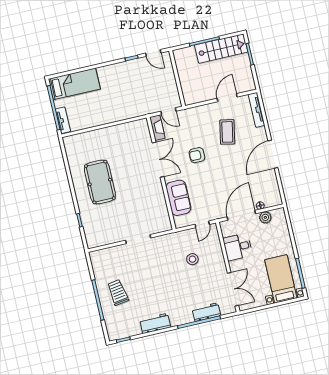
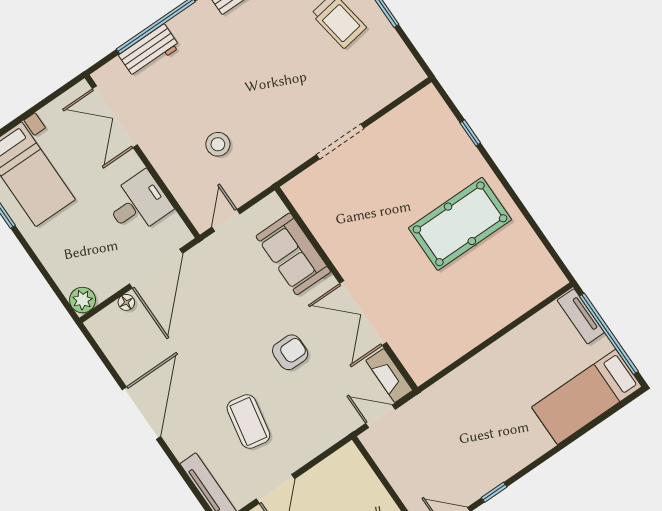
pool table: (100, 182) -> (460, 224), turned 90
plant: (265, 217) -> (83, 300), moved

